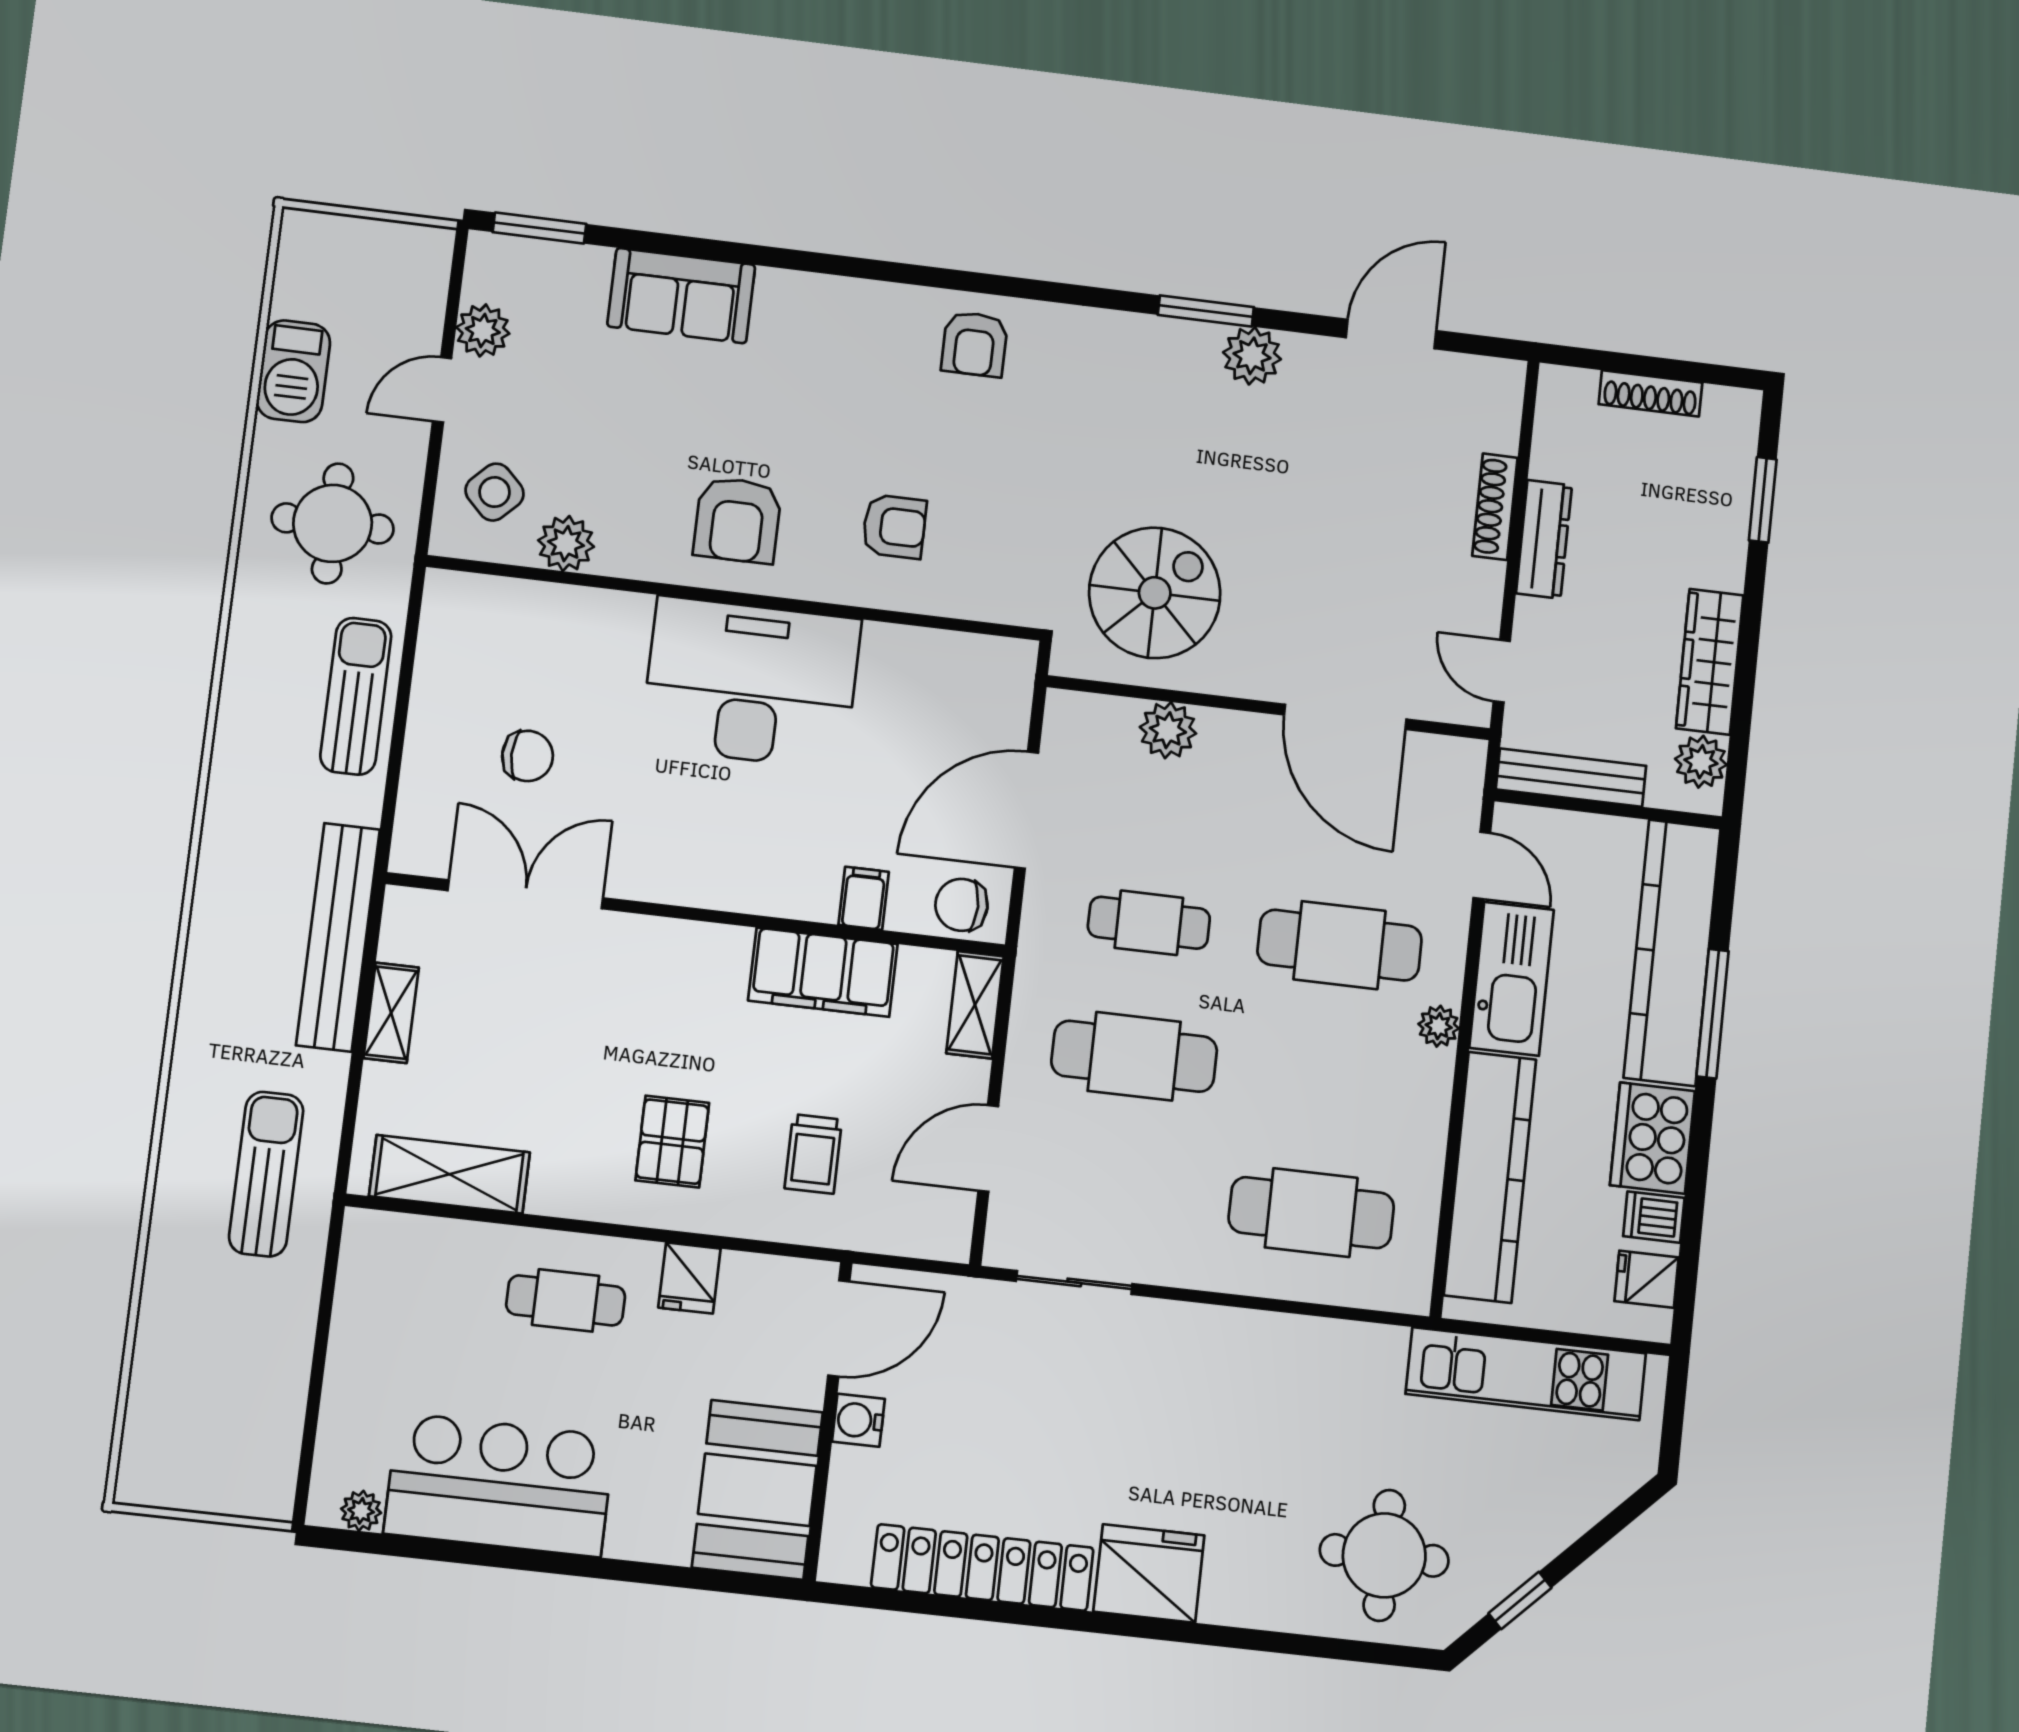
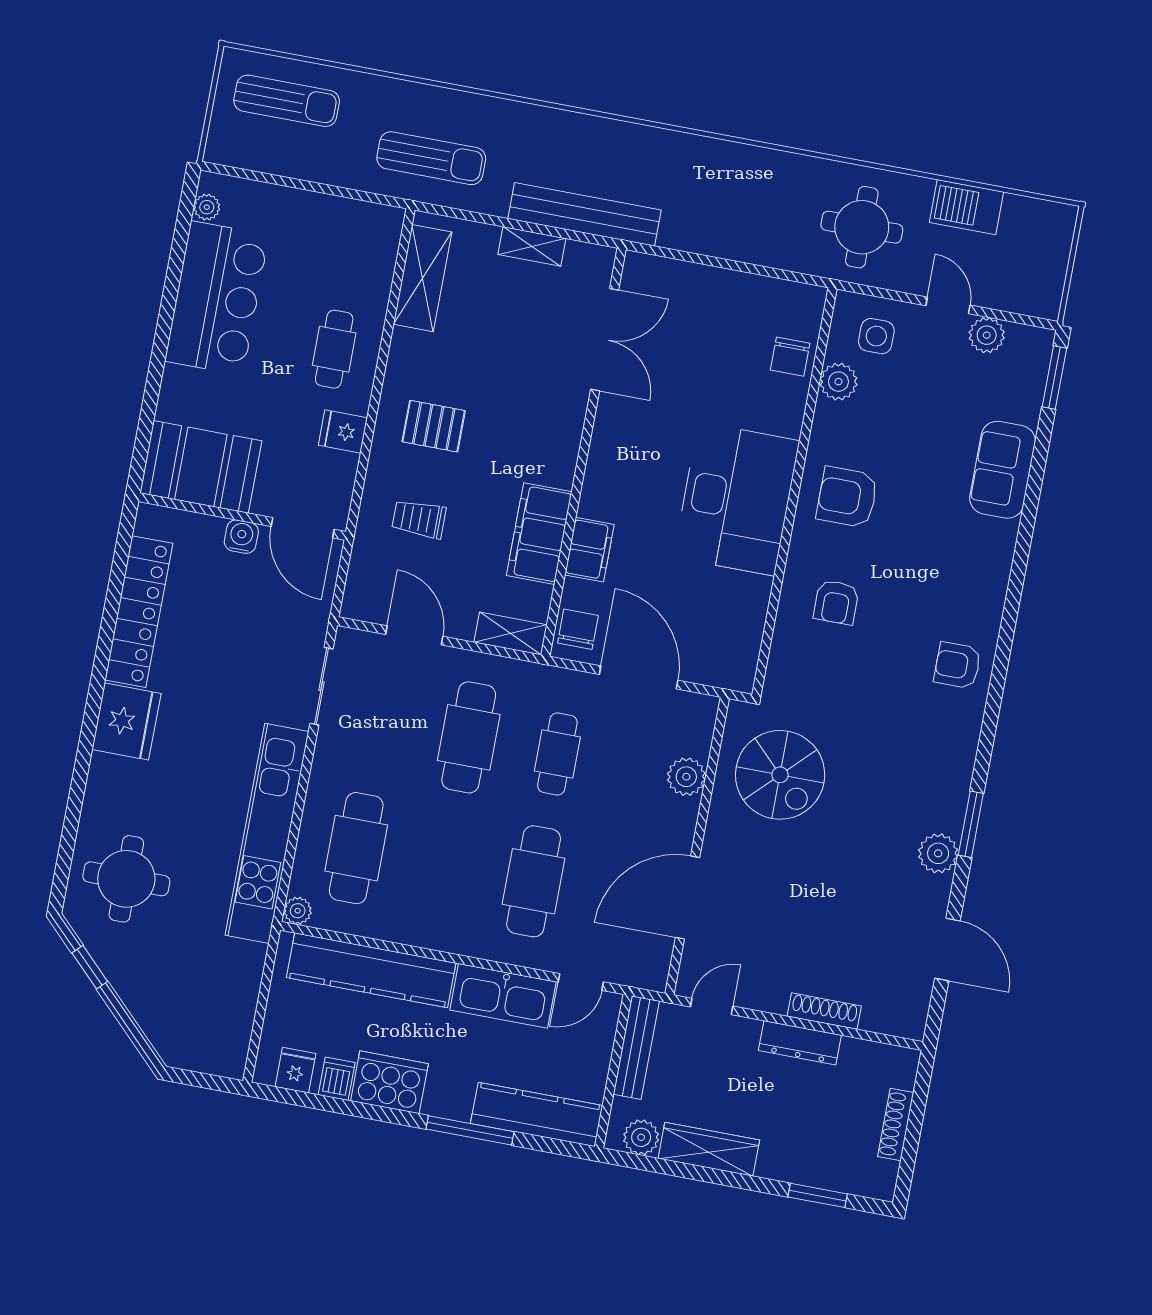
side table: (495, 492) -> (876, 336), turned 45
sun lounger: (356, 696) -> (287, 101), moved
chair: (527, 756) -> (790, 357), moved
filing cabinet: (864, 898) -> (589, 550), width x2.00
kitchen counter: (1672, 953) -> (537, 1114), width x0.72, depth x0.86
plant: (1439, 1026) -> (298, 911), moved
kitchen unit: (1526, 1374) -> (267, 833), moved, width x1.36

